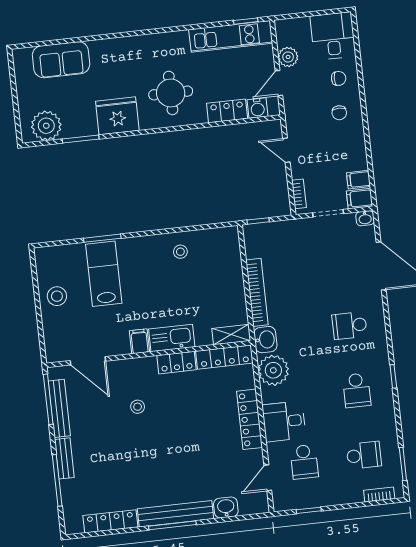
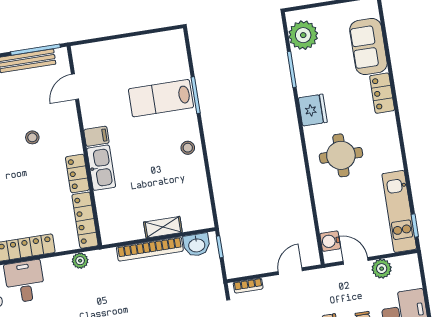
locker: (227, 111) -> (382, 93), moved, turned 180
fridge: (117, 116) -> (313, 110), width x0.73, depth x0.75
stool: (180, 252) -> (188, 148), moved
lab bench: (104, 274) -> (161, 98), turned 180
stool: (57, 296) -> (137, 53), removed
shelving: (231, 335) -> (163, 227), moved, turned 90
washbasin: (265, 340) -> (197, 245), moved
door: (88, 361) -> (75, 87), width x0.73
plant: (273, 370) -> (80, 261), width x0.53, depth x0.53

